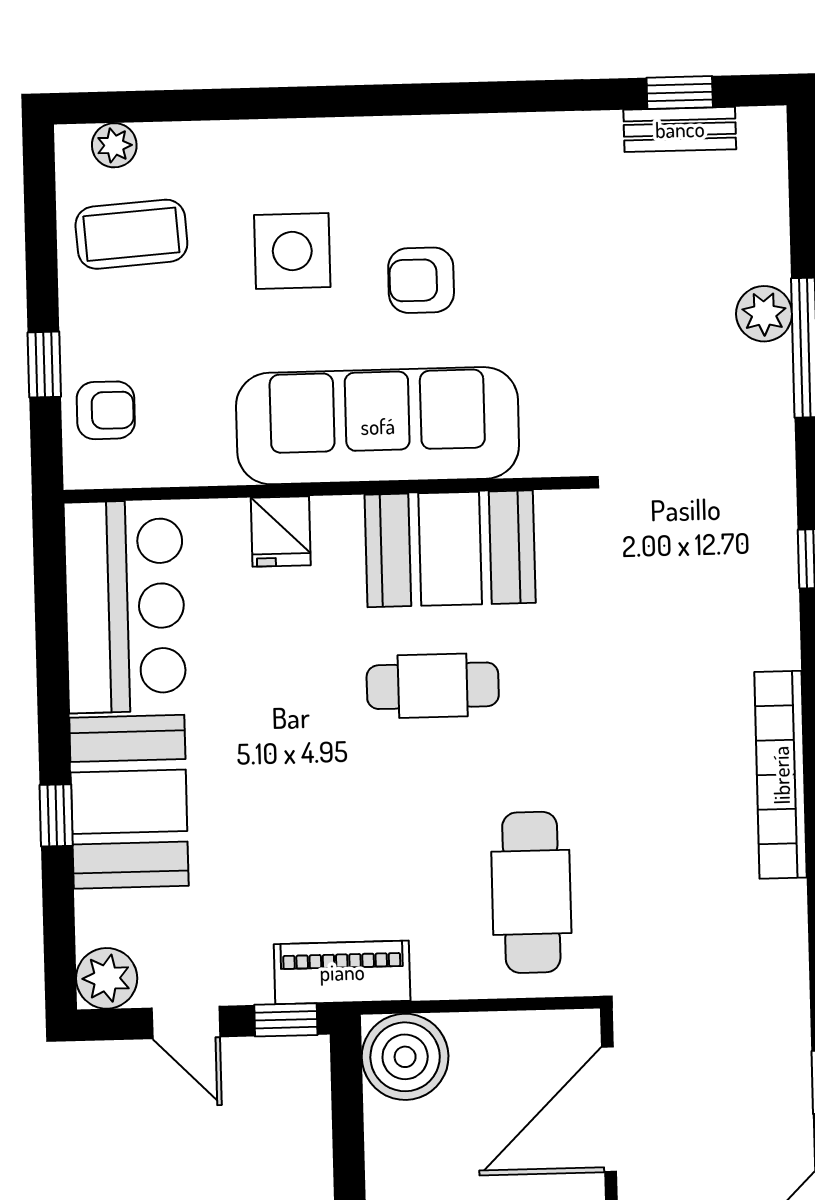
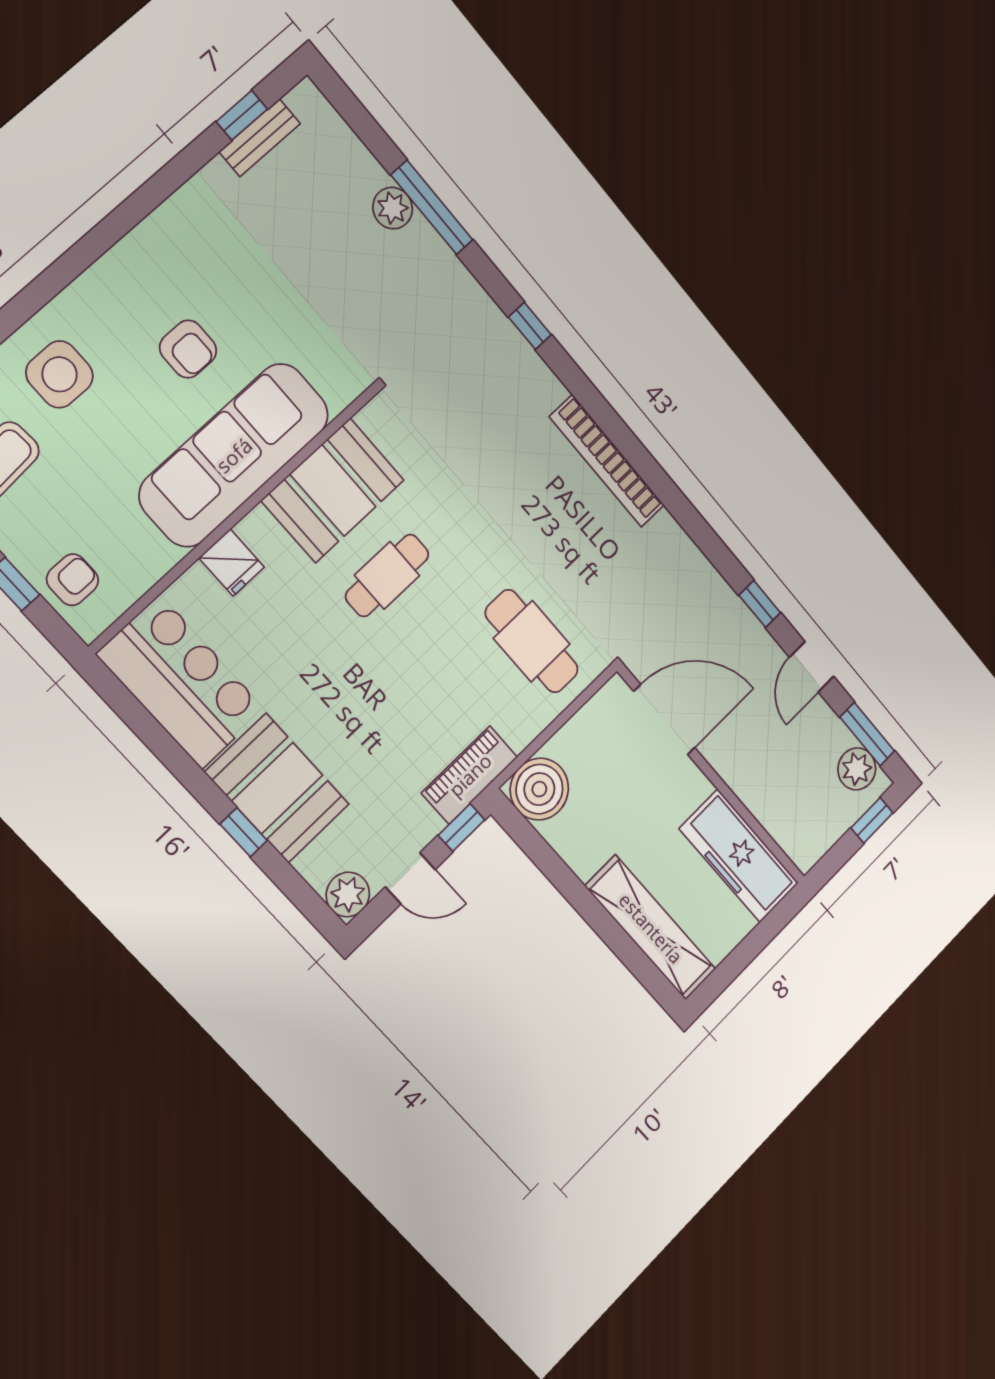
side table: (292, 251) -> (59, 374), moved
armchair: (421, 280) -> (188, 349), turned -90
door: (609, 1109) -> (664, 720), swing flipped

